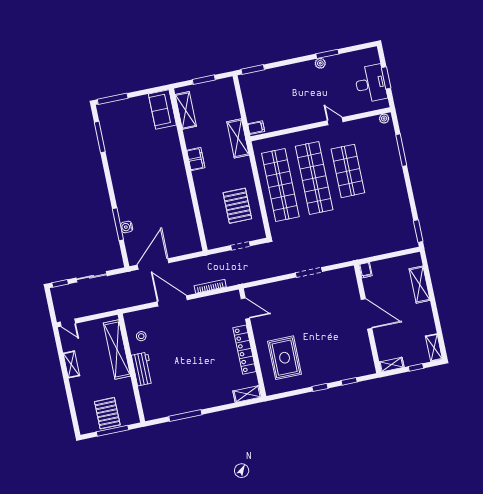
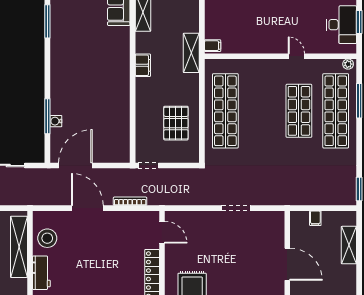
shop shelf: (314, 178) -> (336, 111), moved
doorway: (240, 246) -> (148, 165), moved
filing cabinet: (366, 270) -> (315, 218), moved
stool: (141, 336) -> (47, 238), width x1.89, depth x1.89

